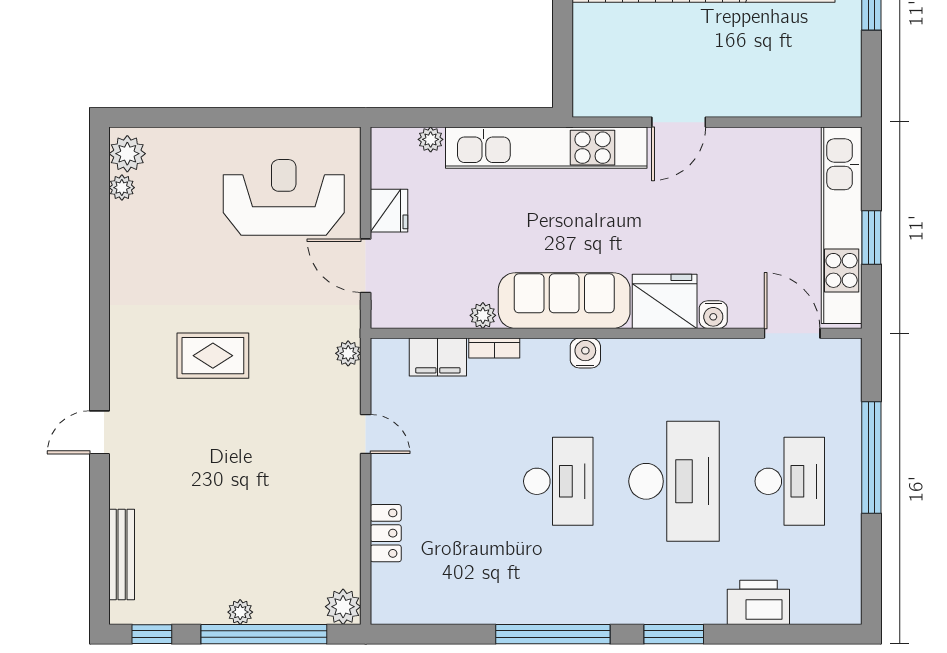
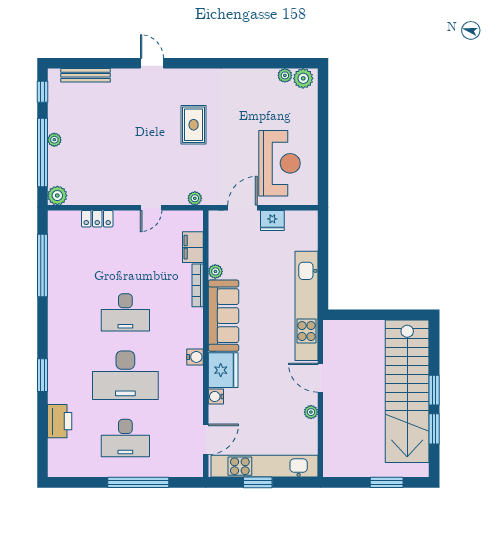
plant: (431, 139) -> (311, 412), moved
bookcase: (494, 348) -> (198, 285), width x1.56
water cooler: (585, 353) -> (195, 357), moved
window: (553, 634) -> (42, 265), moved

